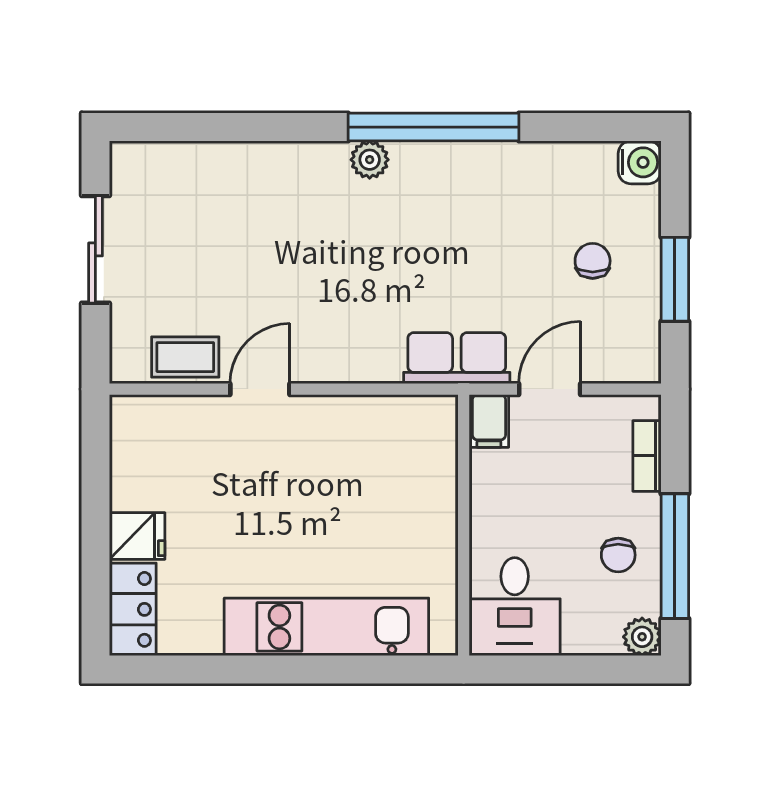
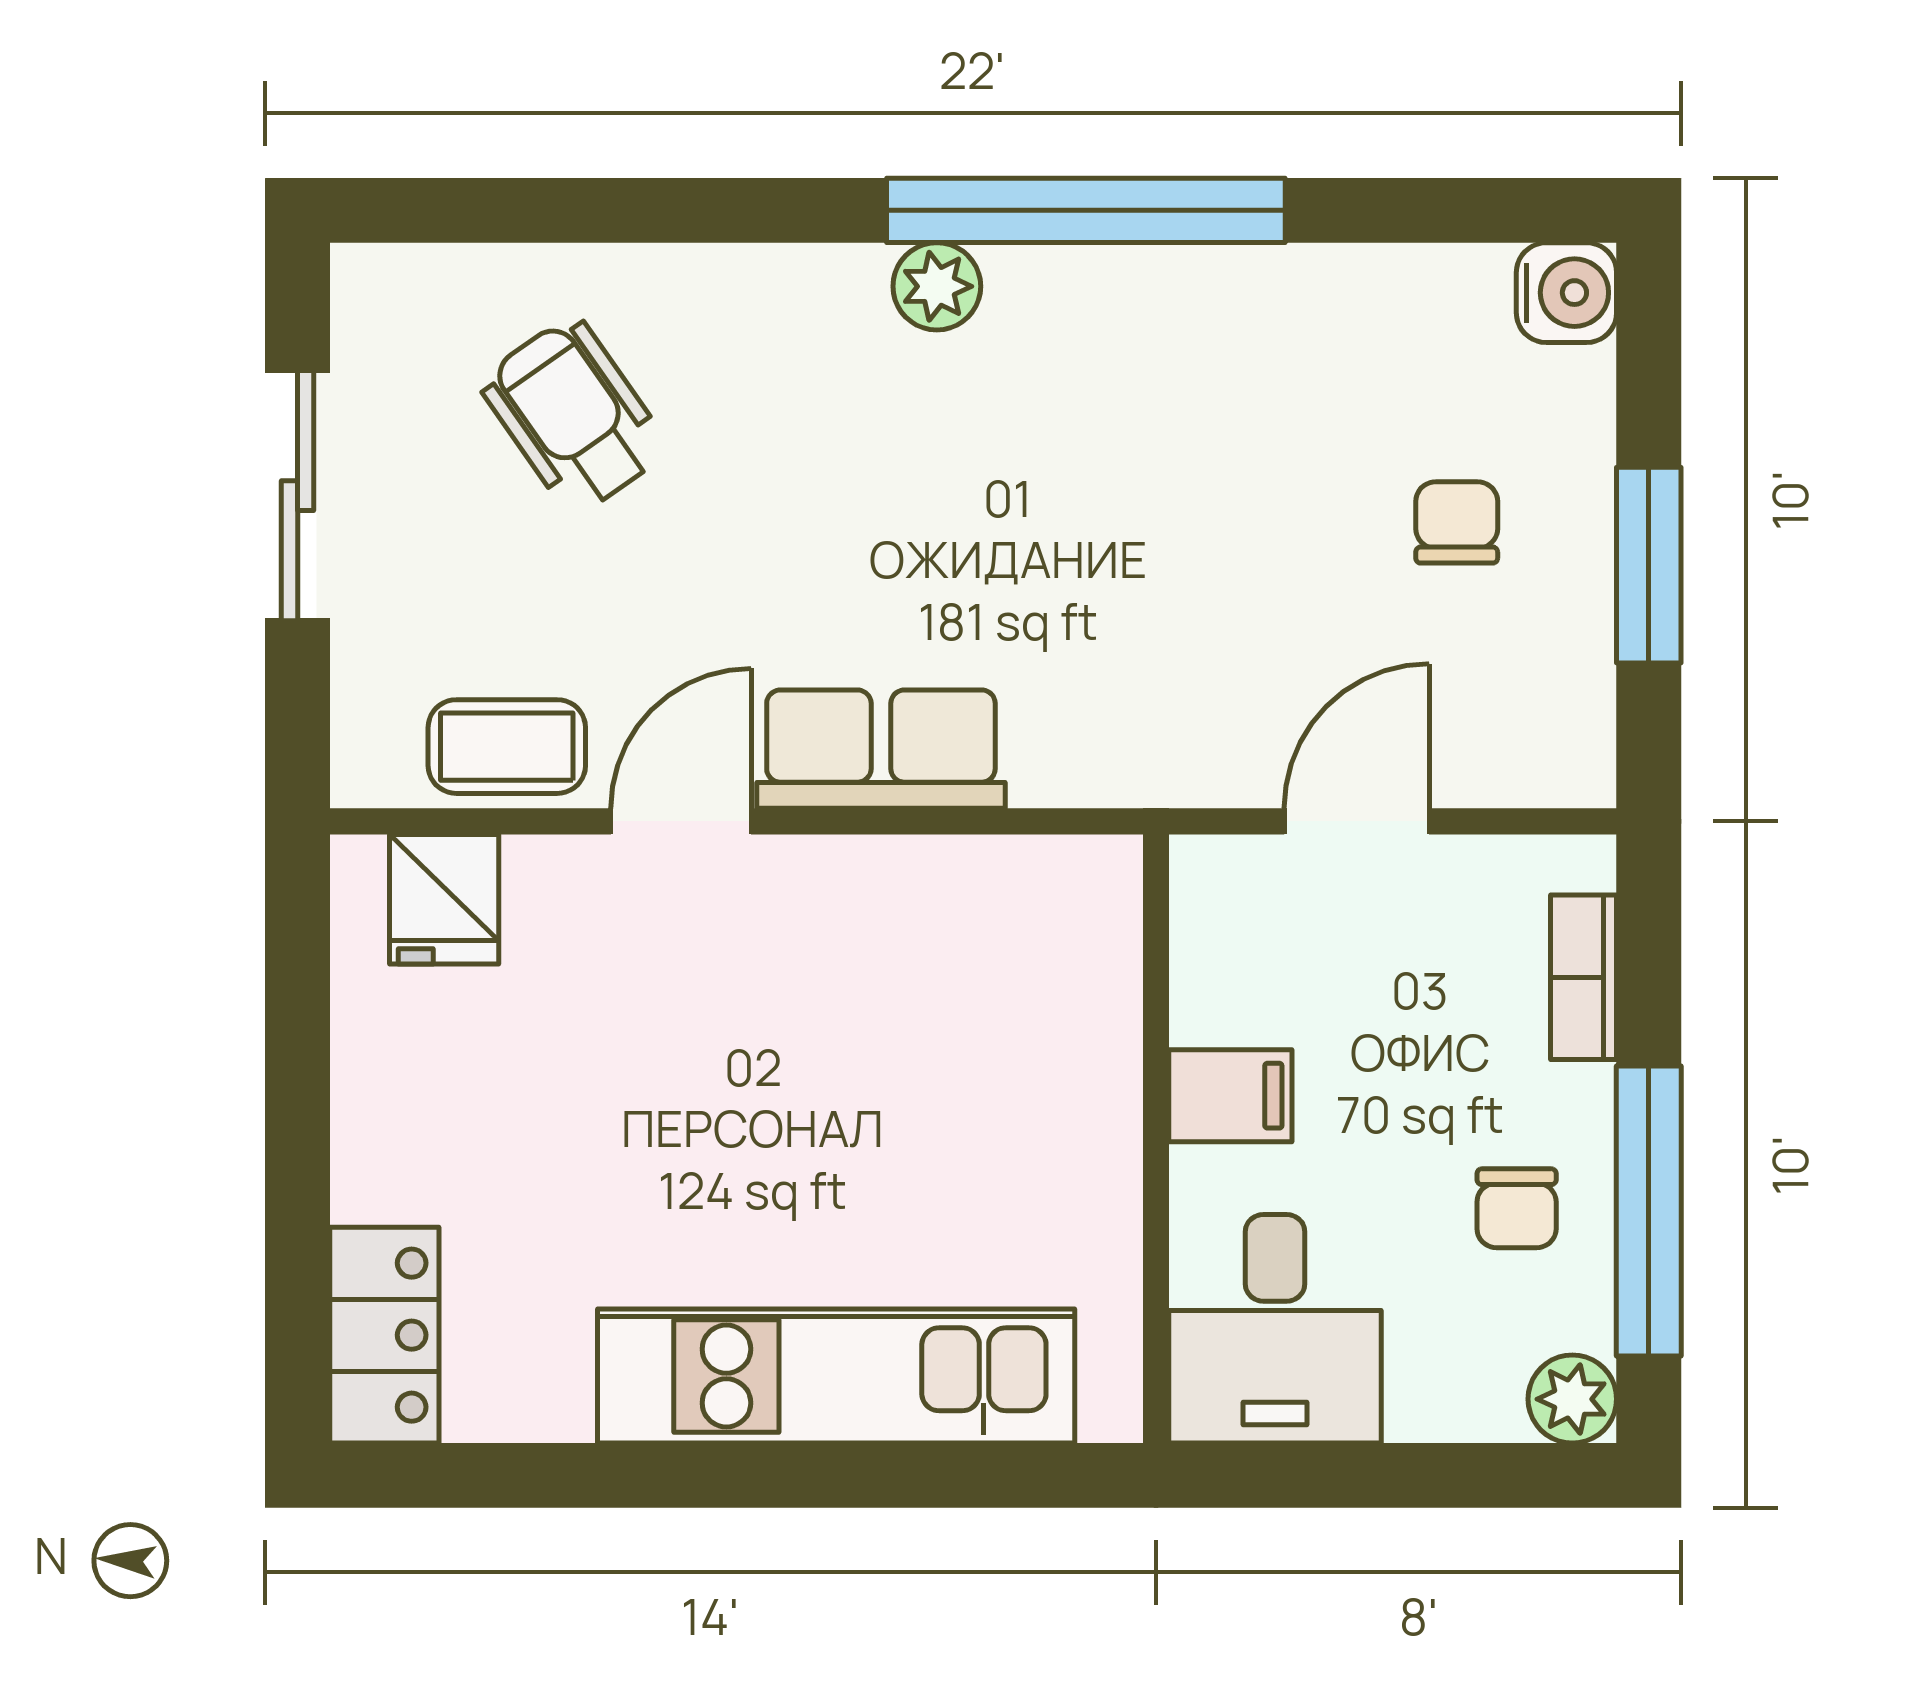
wheelchair: (214, 215) -> (574, 416), added
row of seats: (457, 358) -> (881, 749), moved
filing cabinet: (489, 421) -> (1230, 1096), moved, turned -90
fridge: (137, 536) -> (444, 899), moved, turned 90

